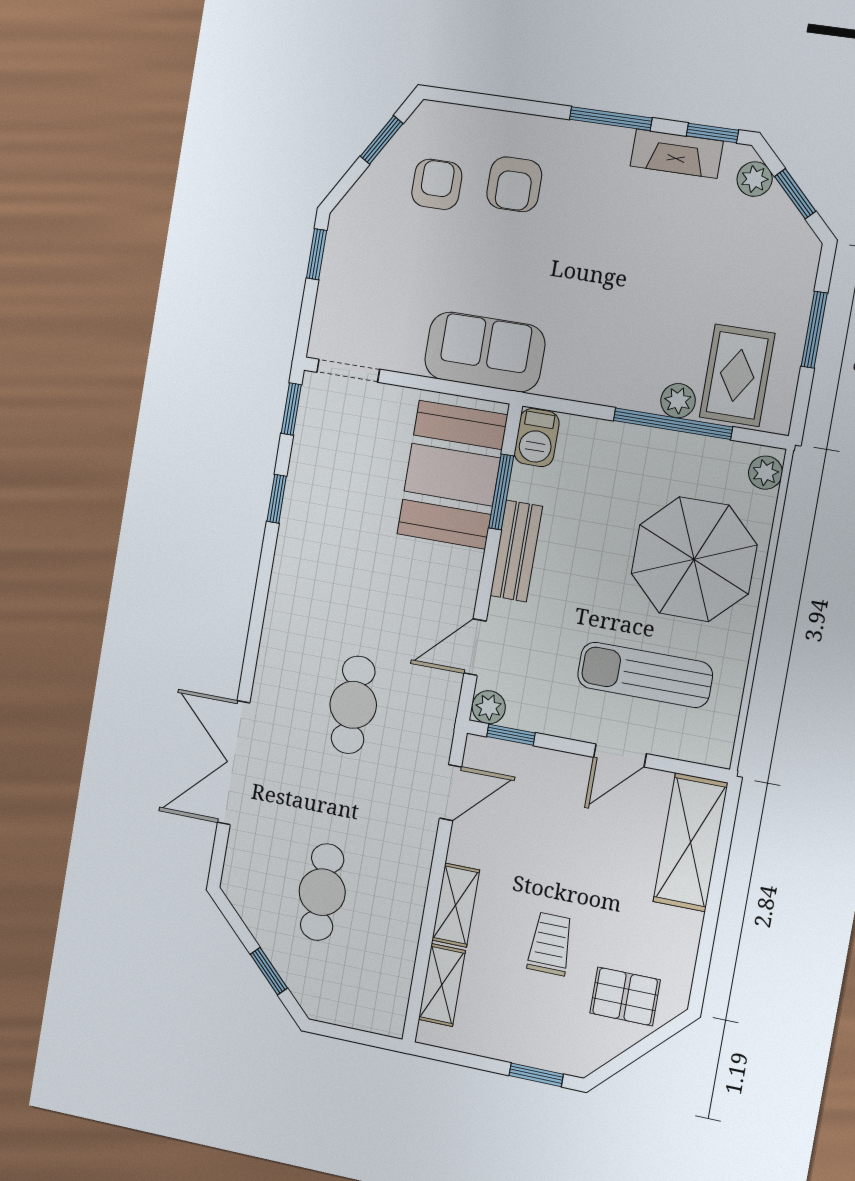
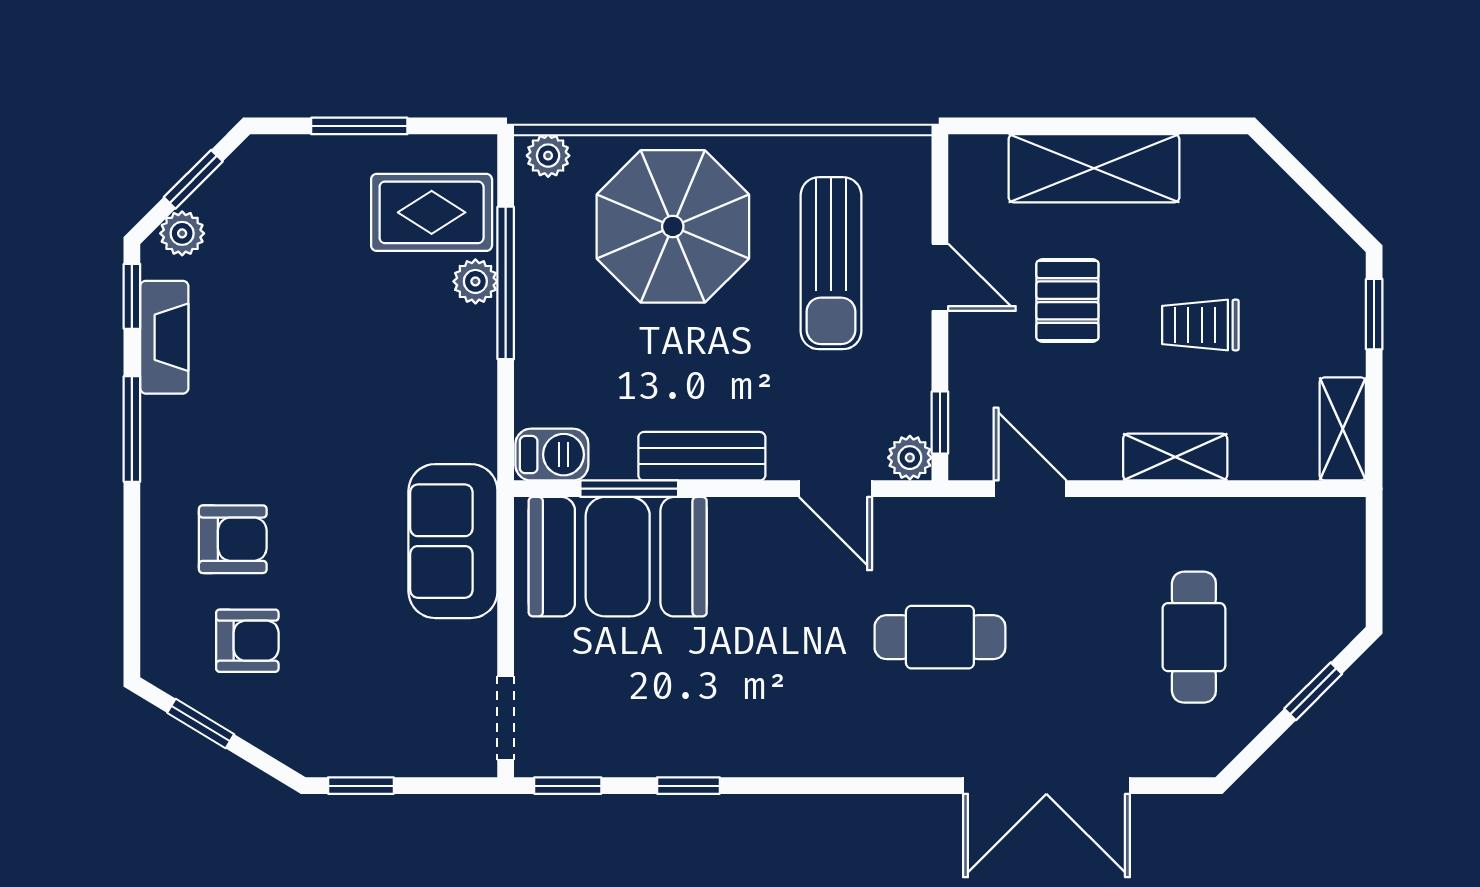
armchair: (437, 184) -> (247, 641), turned 180
shelving: (690, 842) -> (1094, 168), moved
cafe table: (322, 892) -> (1194, 637), turned 90
shelving: (442, 985) -> (1343, 429), moved, turned 90
pallet: (625, 996) -> (1067, 300), moved

